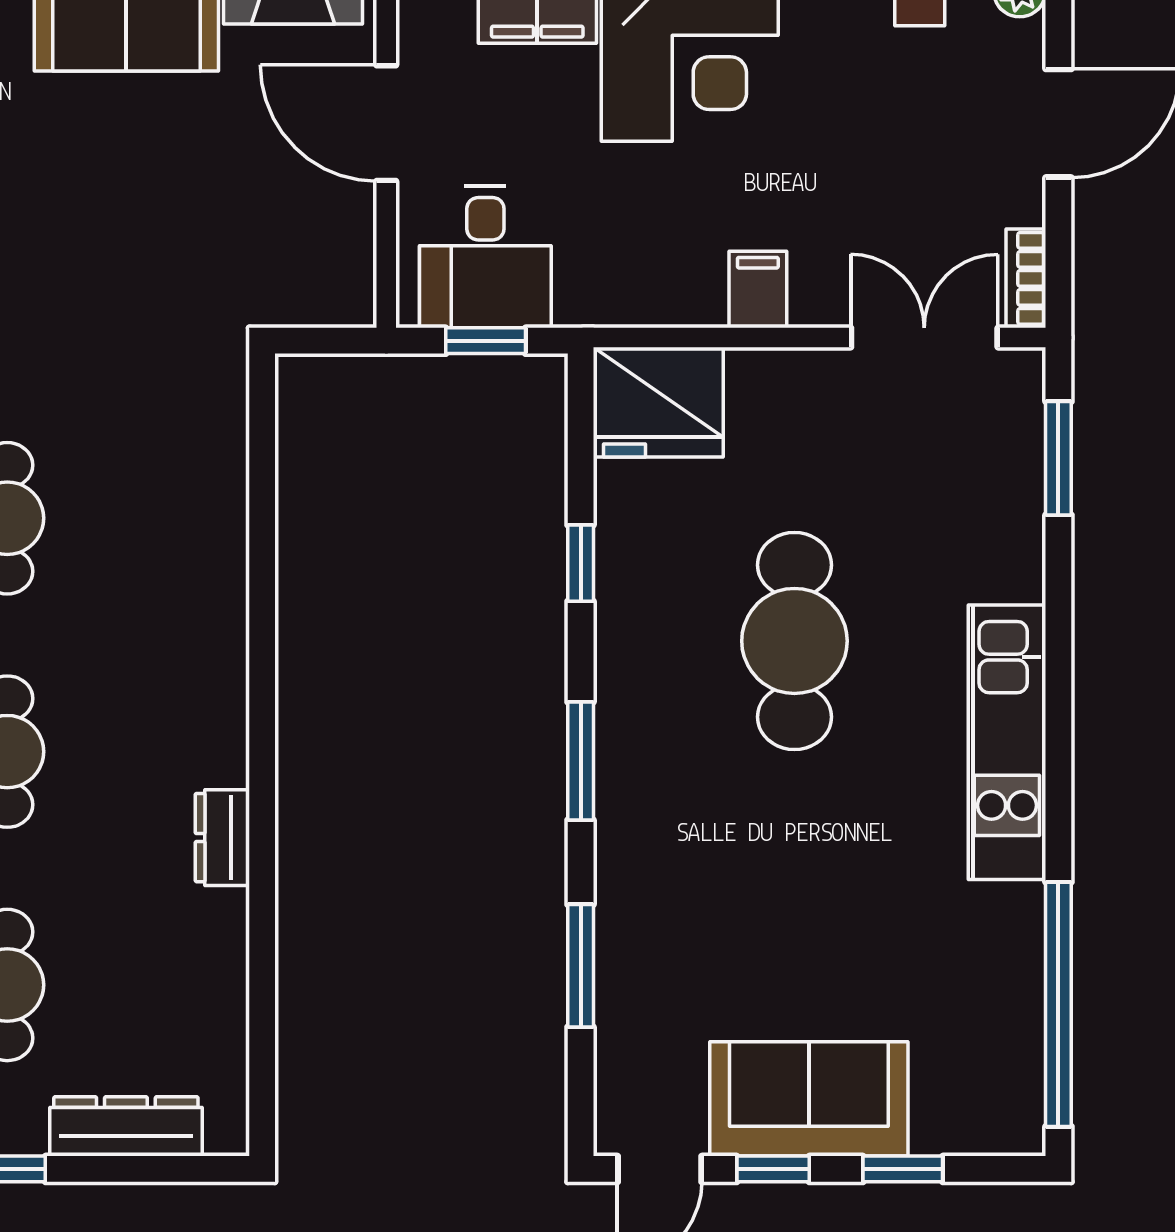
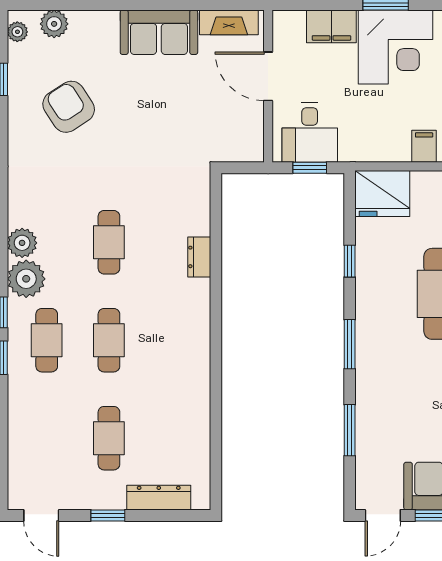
dresser: (222, 838) -> (199, 257), moved

